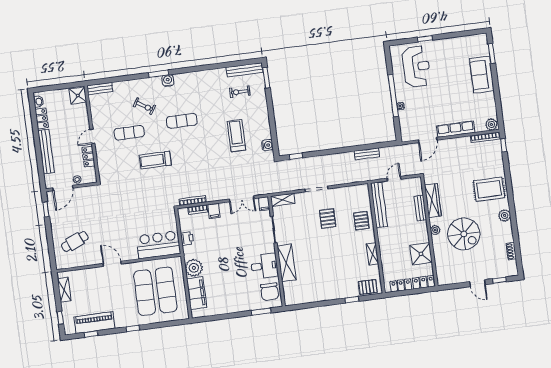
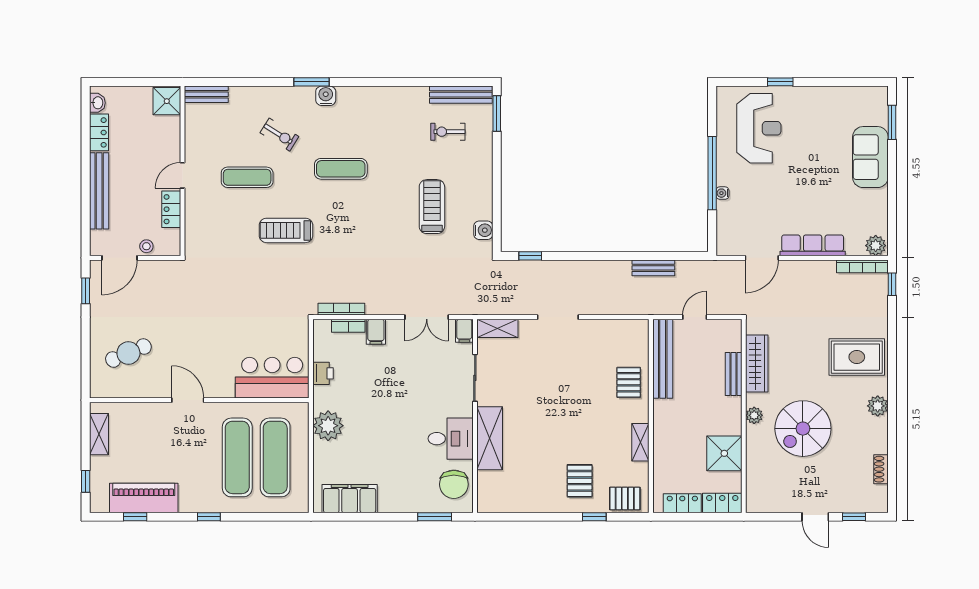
pallet: (328, 218) -> (580, 481), moved
spiral stairs: (464, 234) -> (803, 429), turned 90
filing cabinet: (197, 293) -> (350, 499), moved, turned -90

